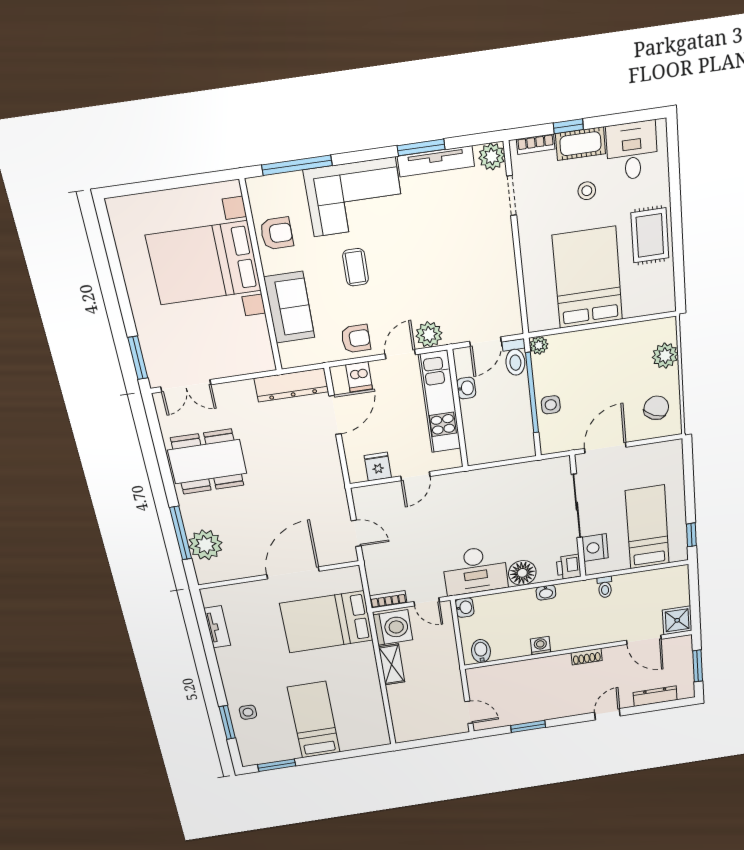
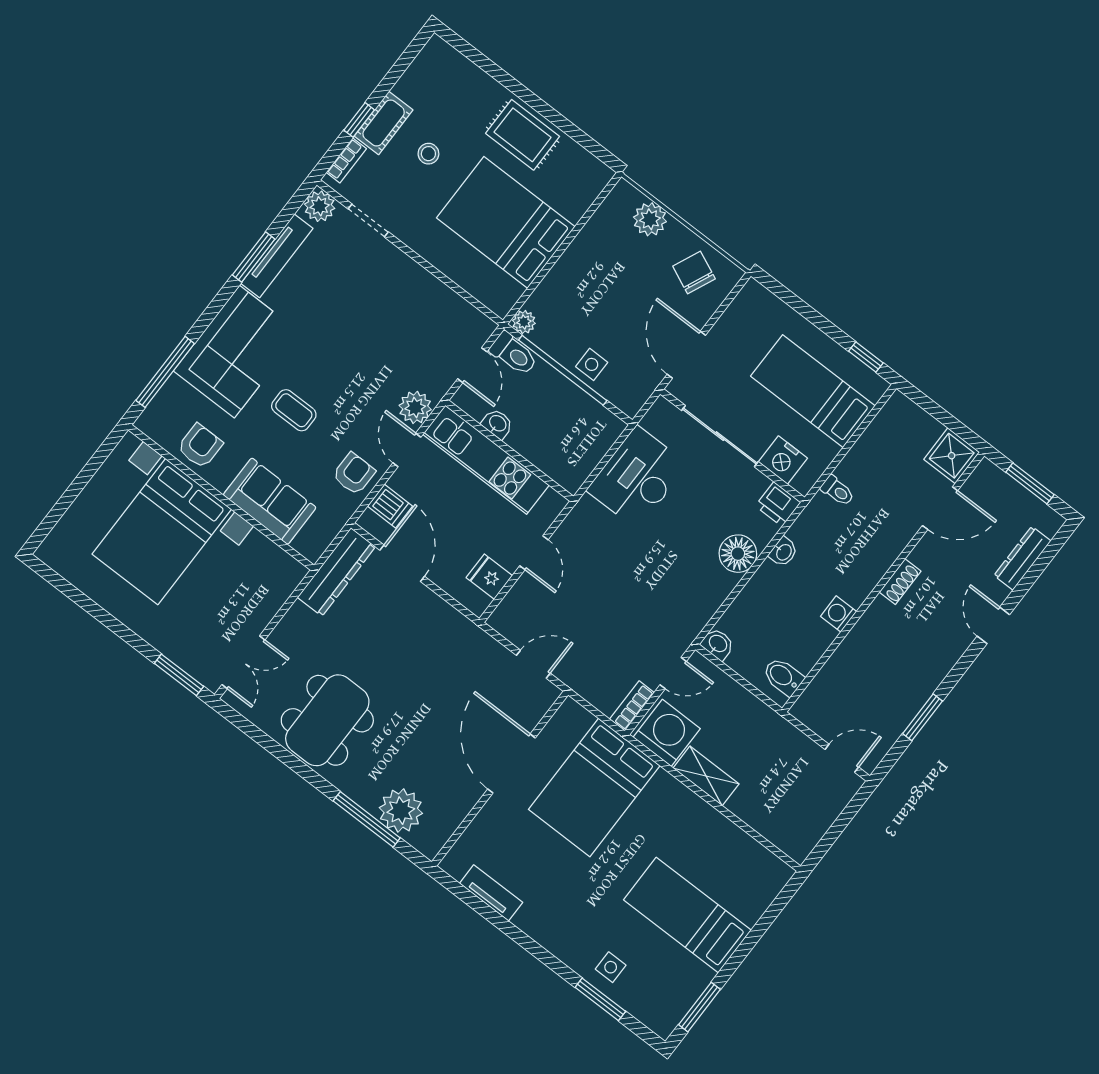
desk: (632, 151) -> (433, 85), removed
desk: (475, 571) -> (637, 477), moved, turned 180

